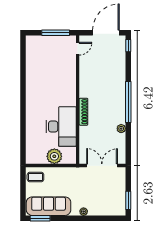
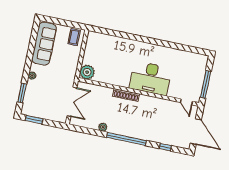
window: (128, 46) -> (165, 147), moved
desk: (61, 127) -> (150, 78), moved
plant: (54, 156) -> (87, 72), moved
window: (40, 218) -> (22, 93), moved

